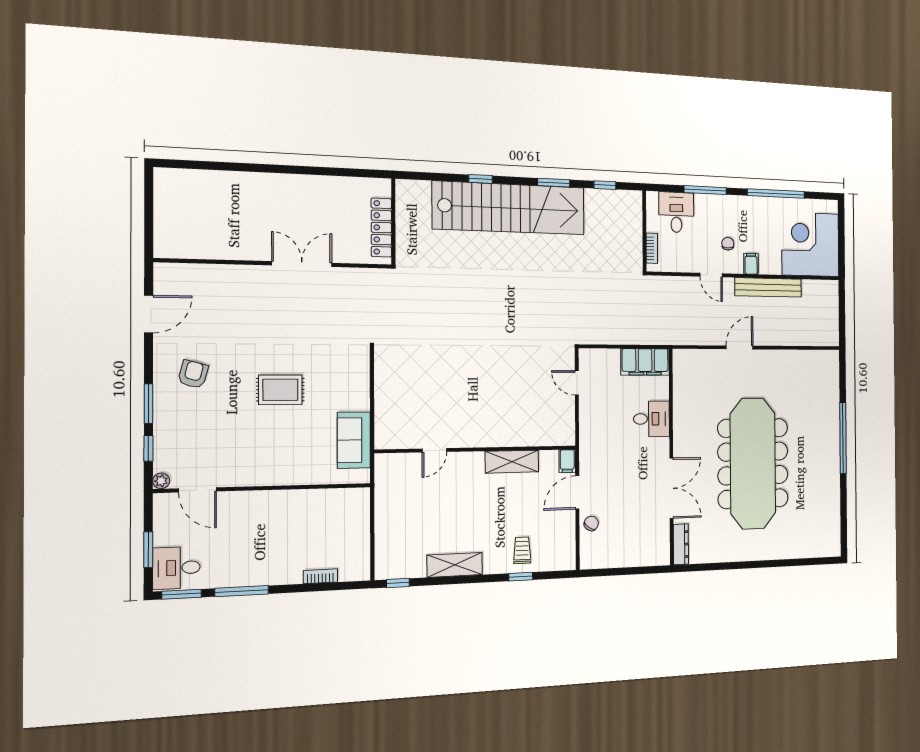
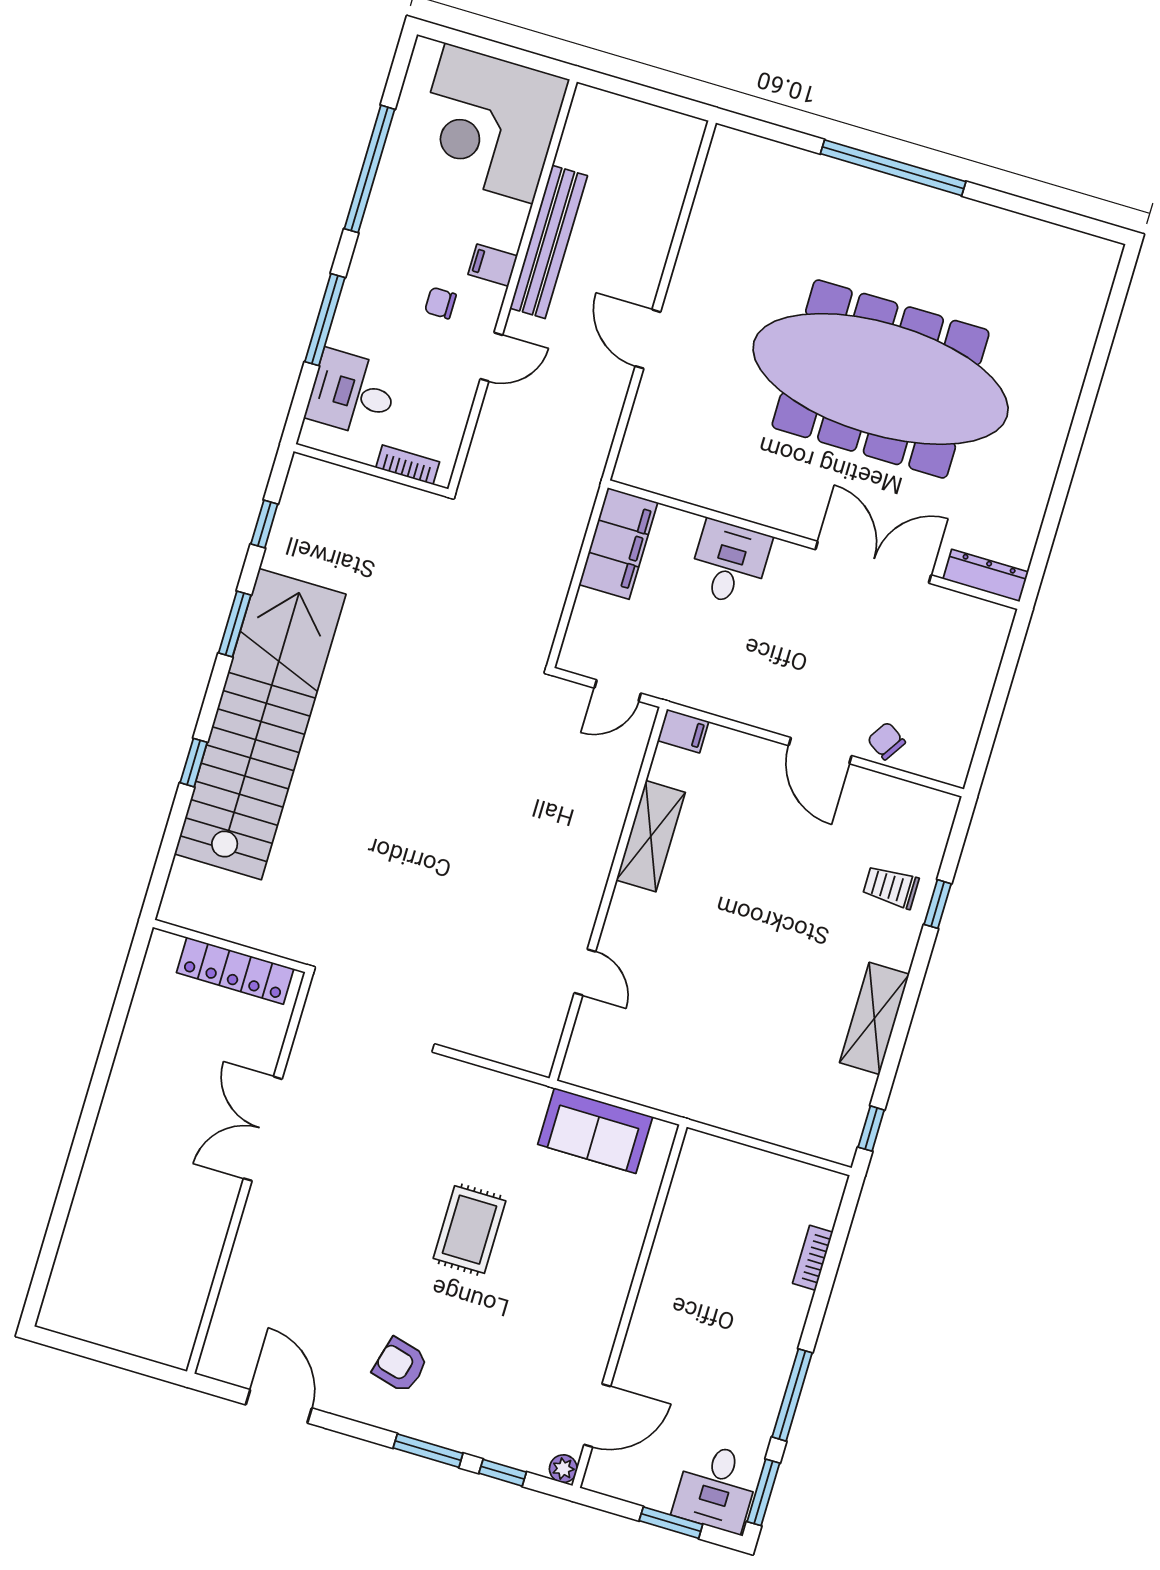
wall: (477, 449) -> (608, 894), moved
door: (434, 450) -> (585, 972), moved
filing cabinet: (567, 461) -> (683, 731), moved
shelving: (512, 462) -> (651, 836), moved

